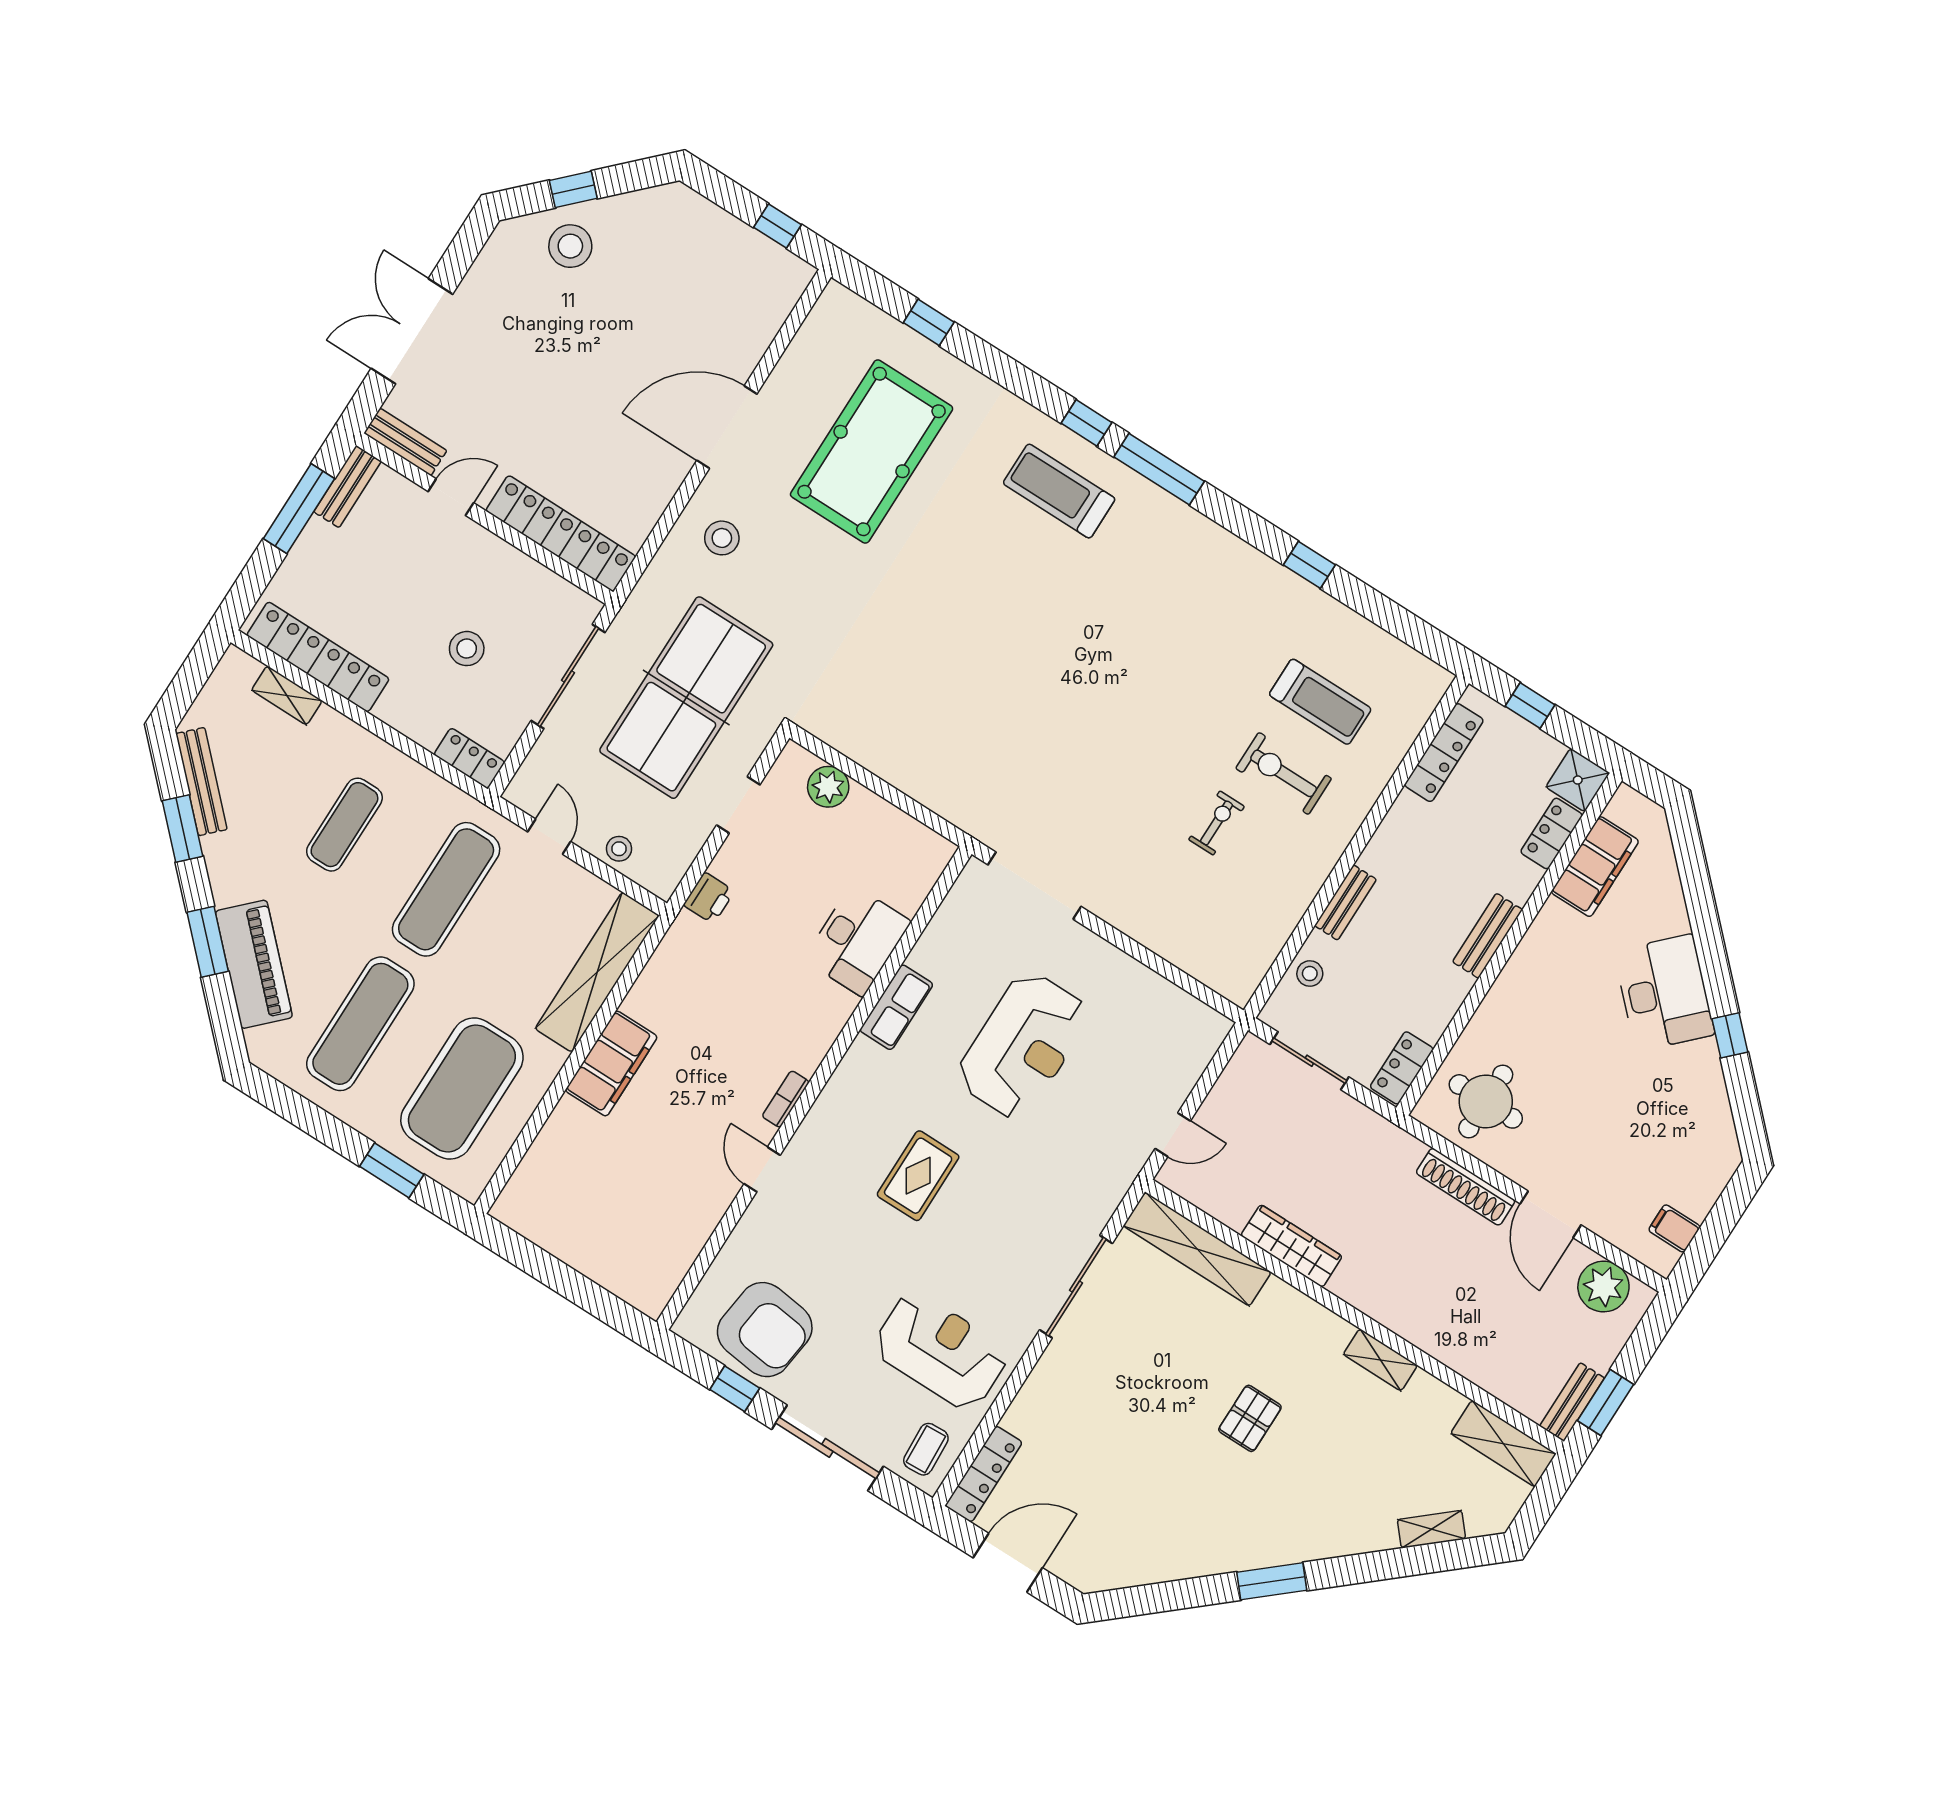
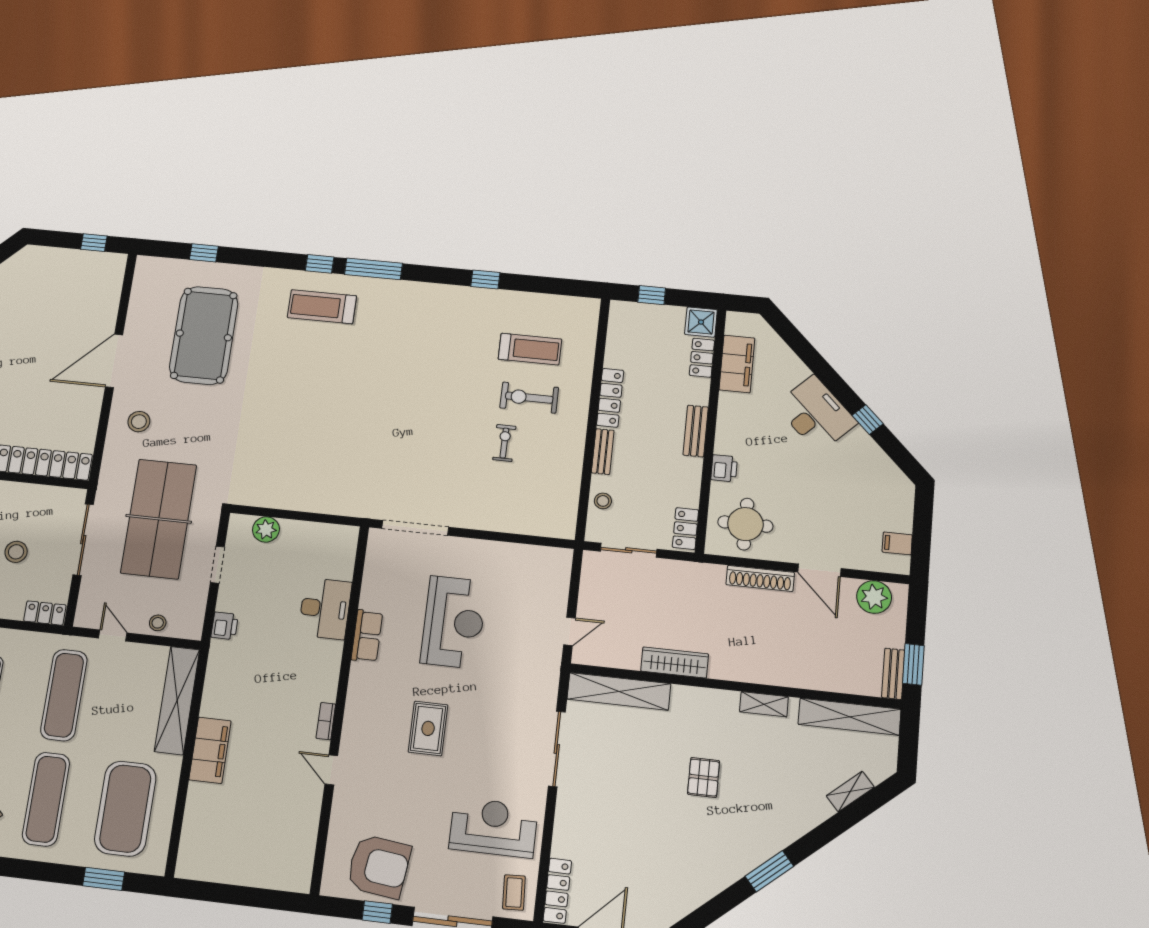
locker: (1444, 753) -> (610, 398), moved
printer: (1498, 1008) -> (724, 468), added
shelving: (1503, 1444) -> (849, 717), width x1.47

